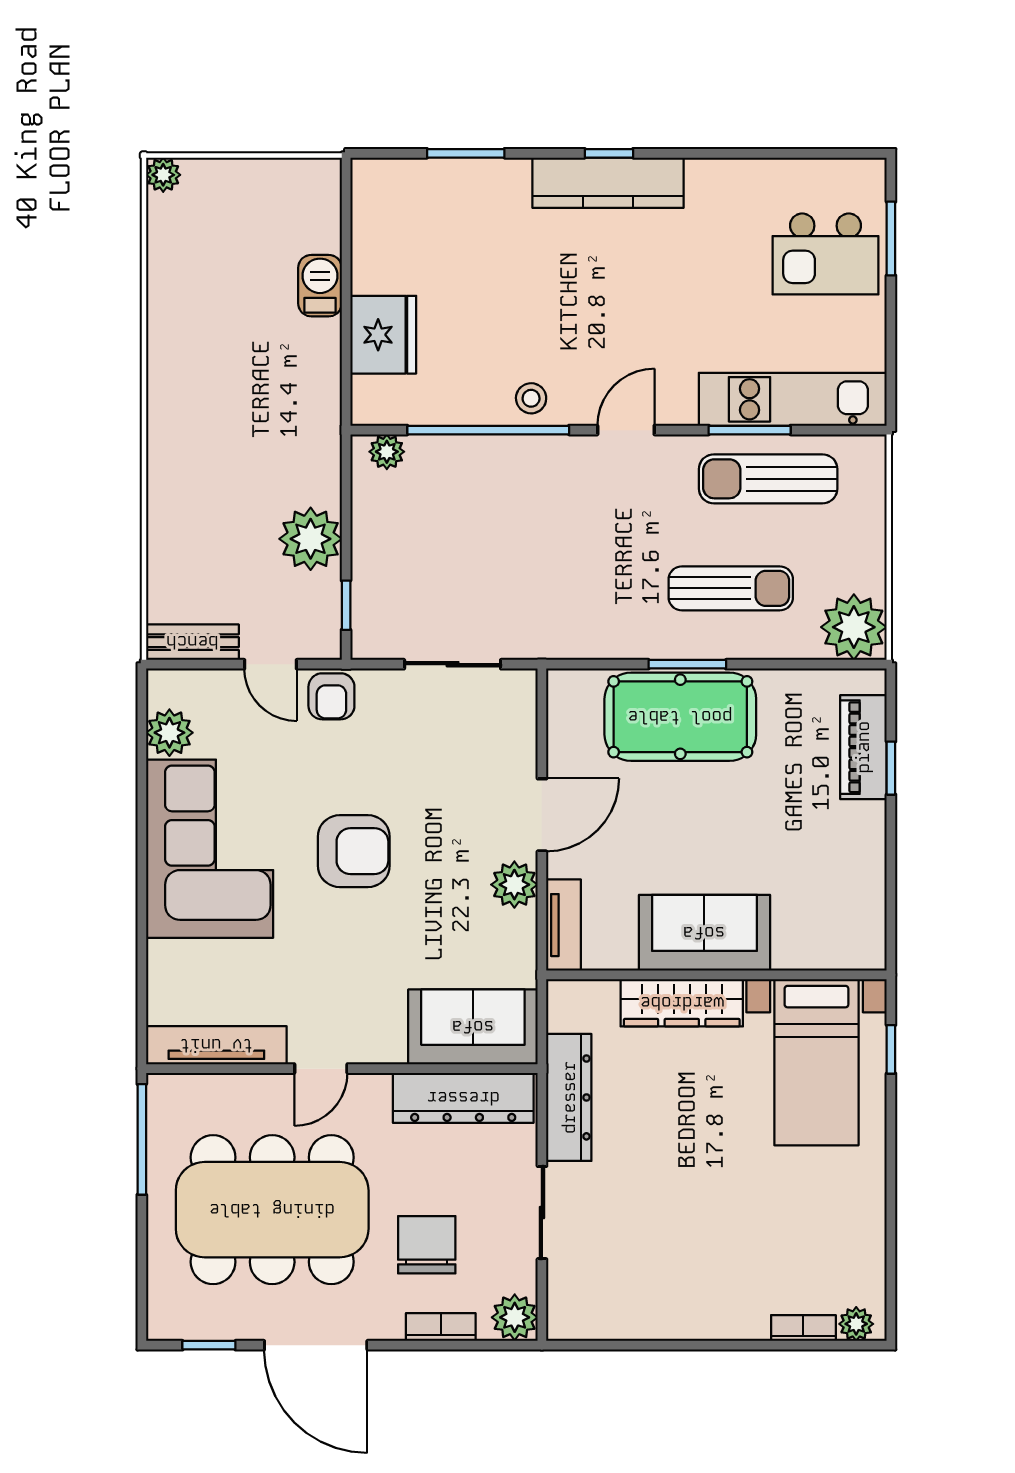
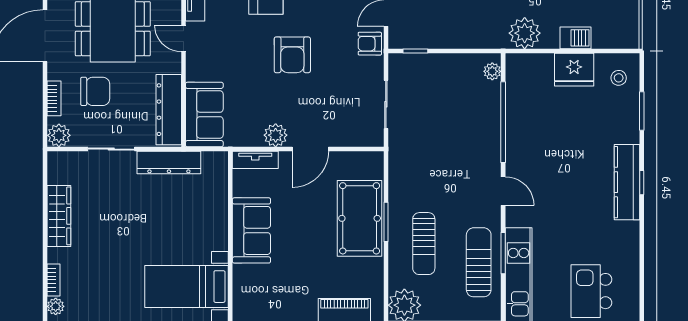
fridge: (383, 335) -> (574, 70), moved
stool: (531, 398) -> (619, 78), moved
plant: (311, 539) -> (525, 33), moved
door: (542, 815) -> (310, 149), hinge flipped
wardrobe: (682, 1003) -> (59, 216), moved, turned 180

